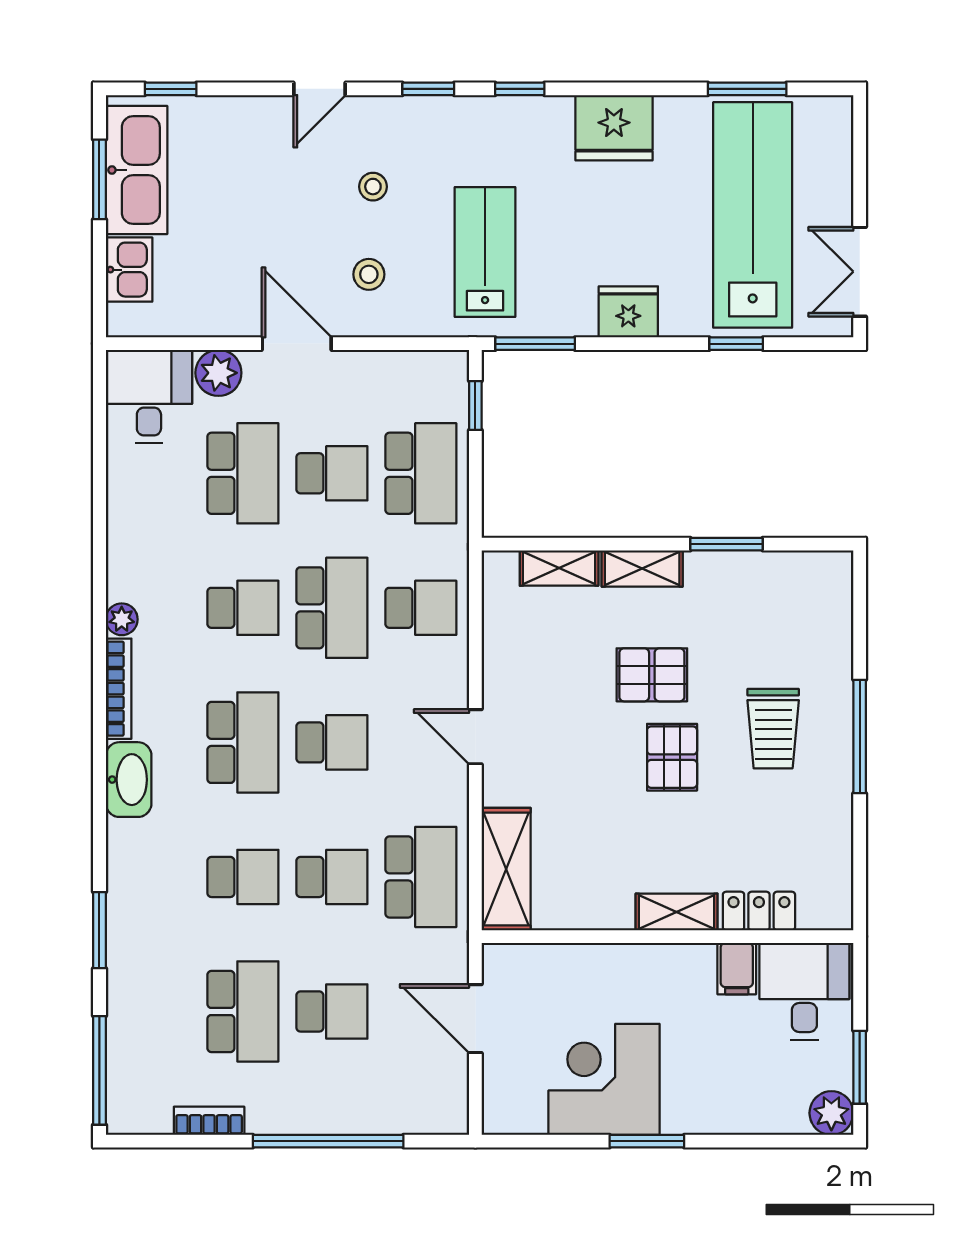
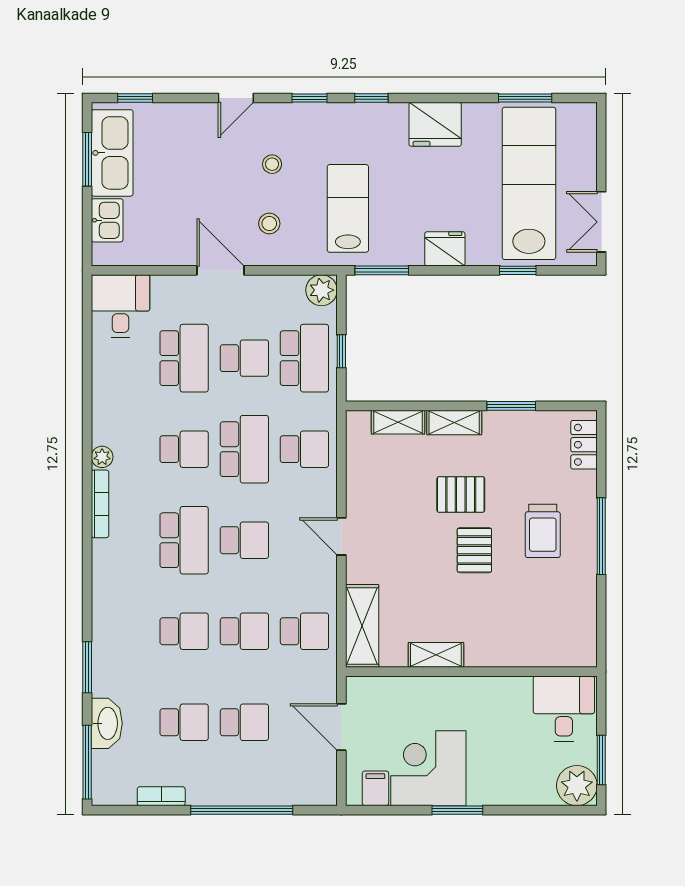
plant: (218, 373) -> (321, 290), moved
window: (475, 406) -> (341, 351), moved
washbasin: (129, 780) -> (107, 723), moved
school desk: (421, 877) -> (304, 631), width x0.54
locker: (759, 911) -> (584, 445), moved, turned -90
shelving: (677, 912) -> (436, 655), moved
filing cabinet: (737, 969) -> (375, 788), moved, turned 180
school desk: (243, 1011) -> (184, 722), width x0.54
plant: (831, 1113) -> (577, 786), width x1.36, depth x1.36

